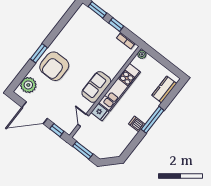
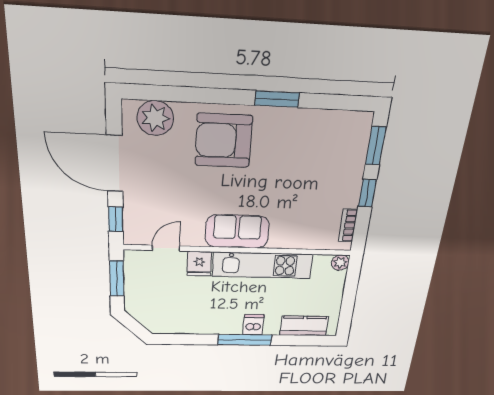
window: (39, 53) -> (277, 99), moved
dishwasher: (137, 124) -> (253, 325), moved

